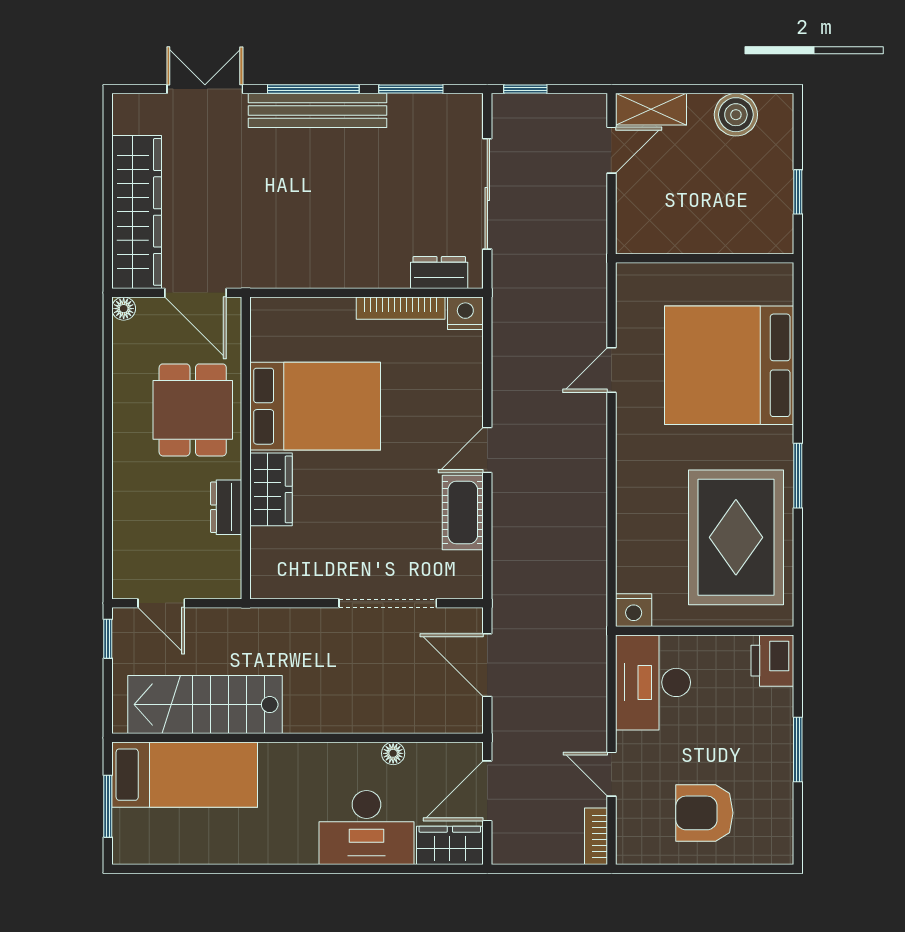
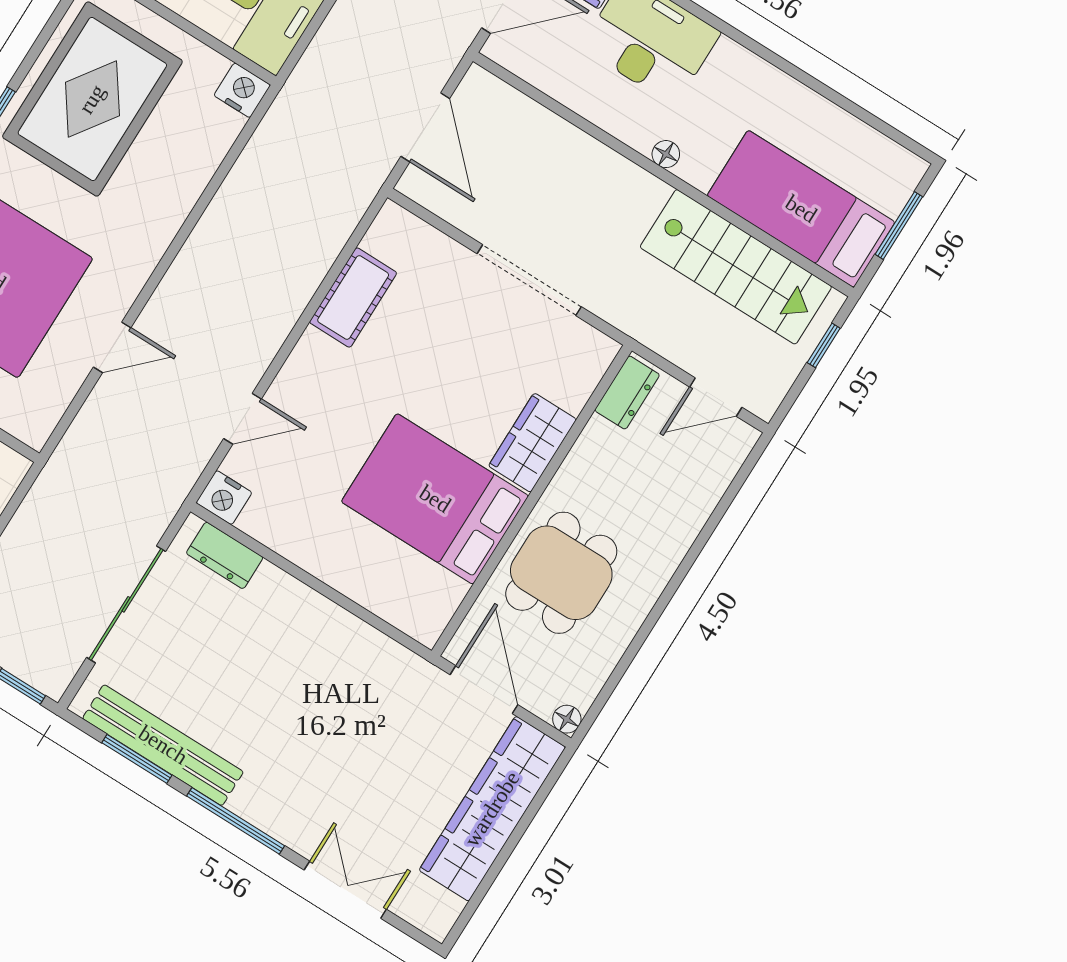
double door: (205, 89) -> (345, 890), swing flipped
bench: (318, 110) -> (163, 745), moved
bookcase: (401, 308) -> (286, 544), removed
door: (487, 450) -> (242, 419), moved
dresser: (226, 507) -> (627, 393), moved
door: (161, 603) -> (716, 397), swing flipped
doorway: (388, 603) -> (529, 280), moved
window: (108, 639) -> (824, 345), moved
floor lamp: (393, 753) -> (666, 154), moved

